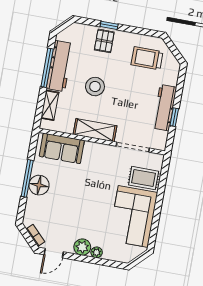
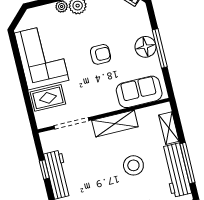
armchair: (81, 196) -> (101, 54), added

